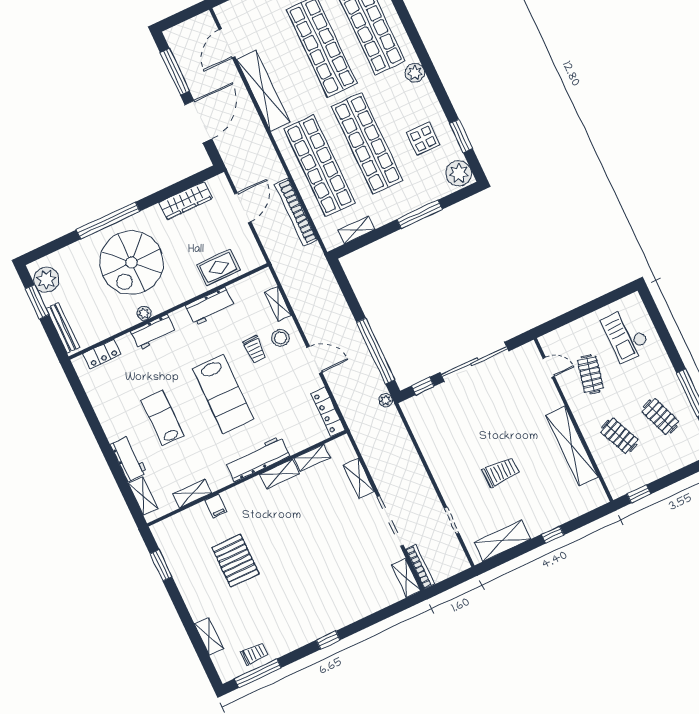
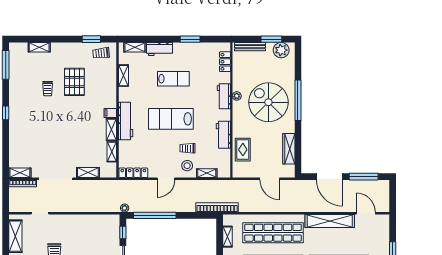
bookcase: (296, 212) -> (217, 207), moved
window: (93, 421) -> (190, 39), added
filing cabinet: (216, 506) -> (110, 113), moved
trolley: (175, 542) -> (101, 53), added
pallet: (235, 561) -> (74, 82), turned 90
trolley: (254, 654) -> (48, 89), moved

